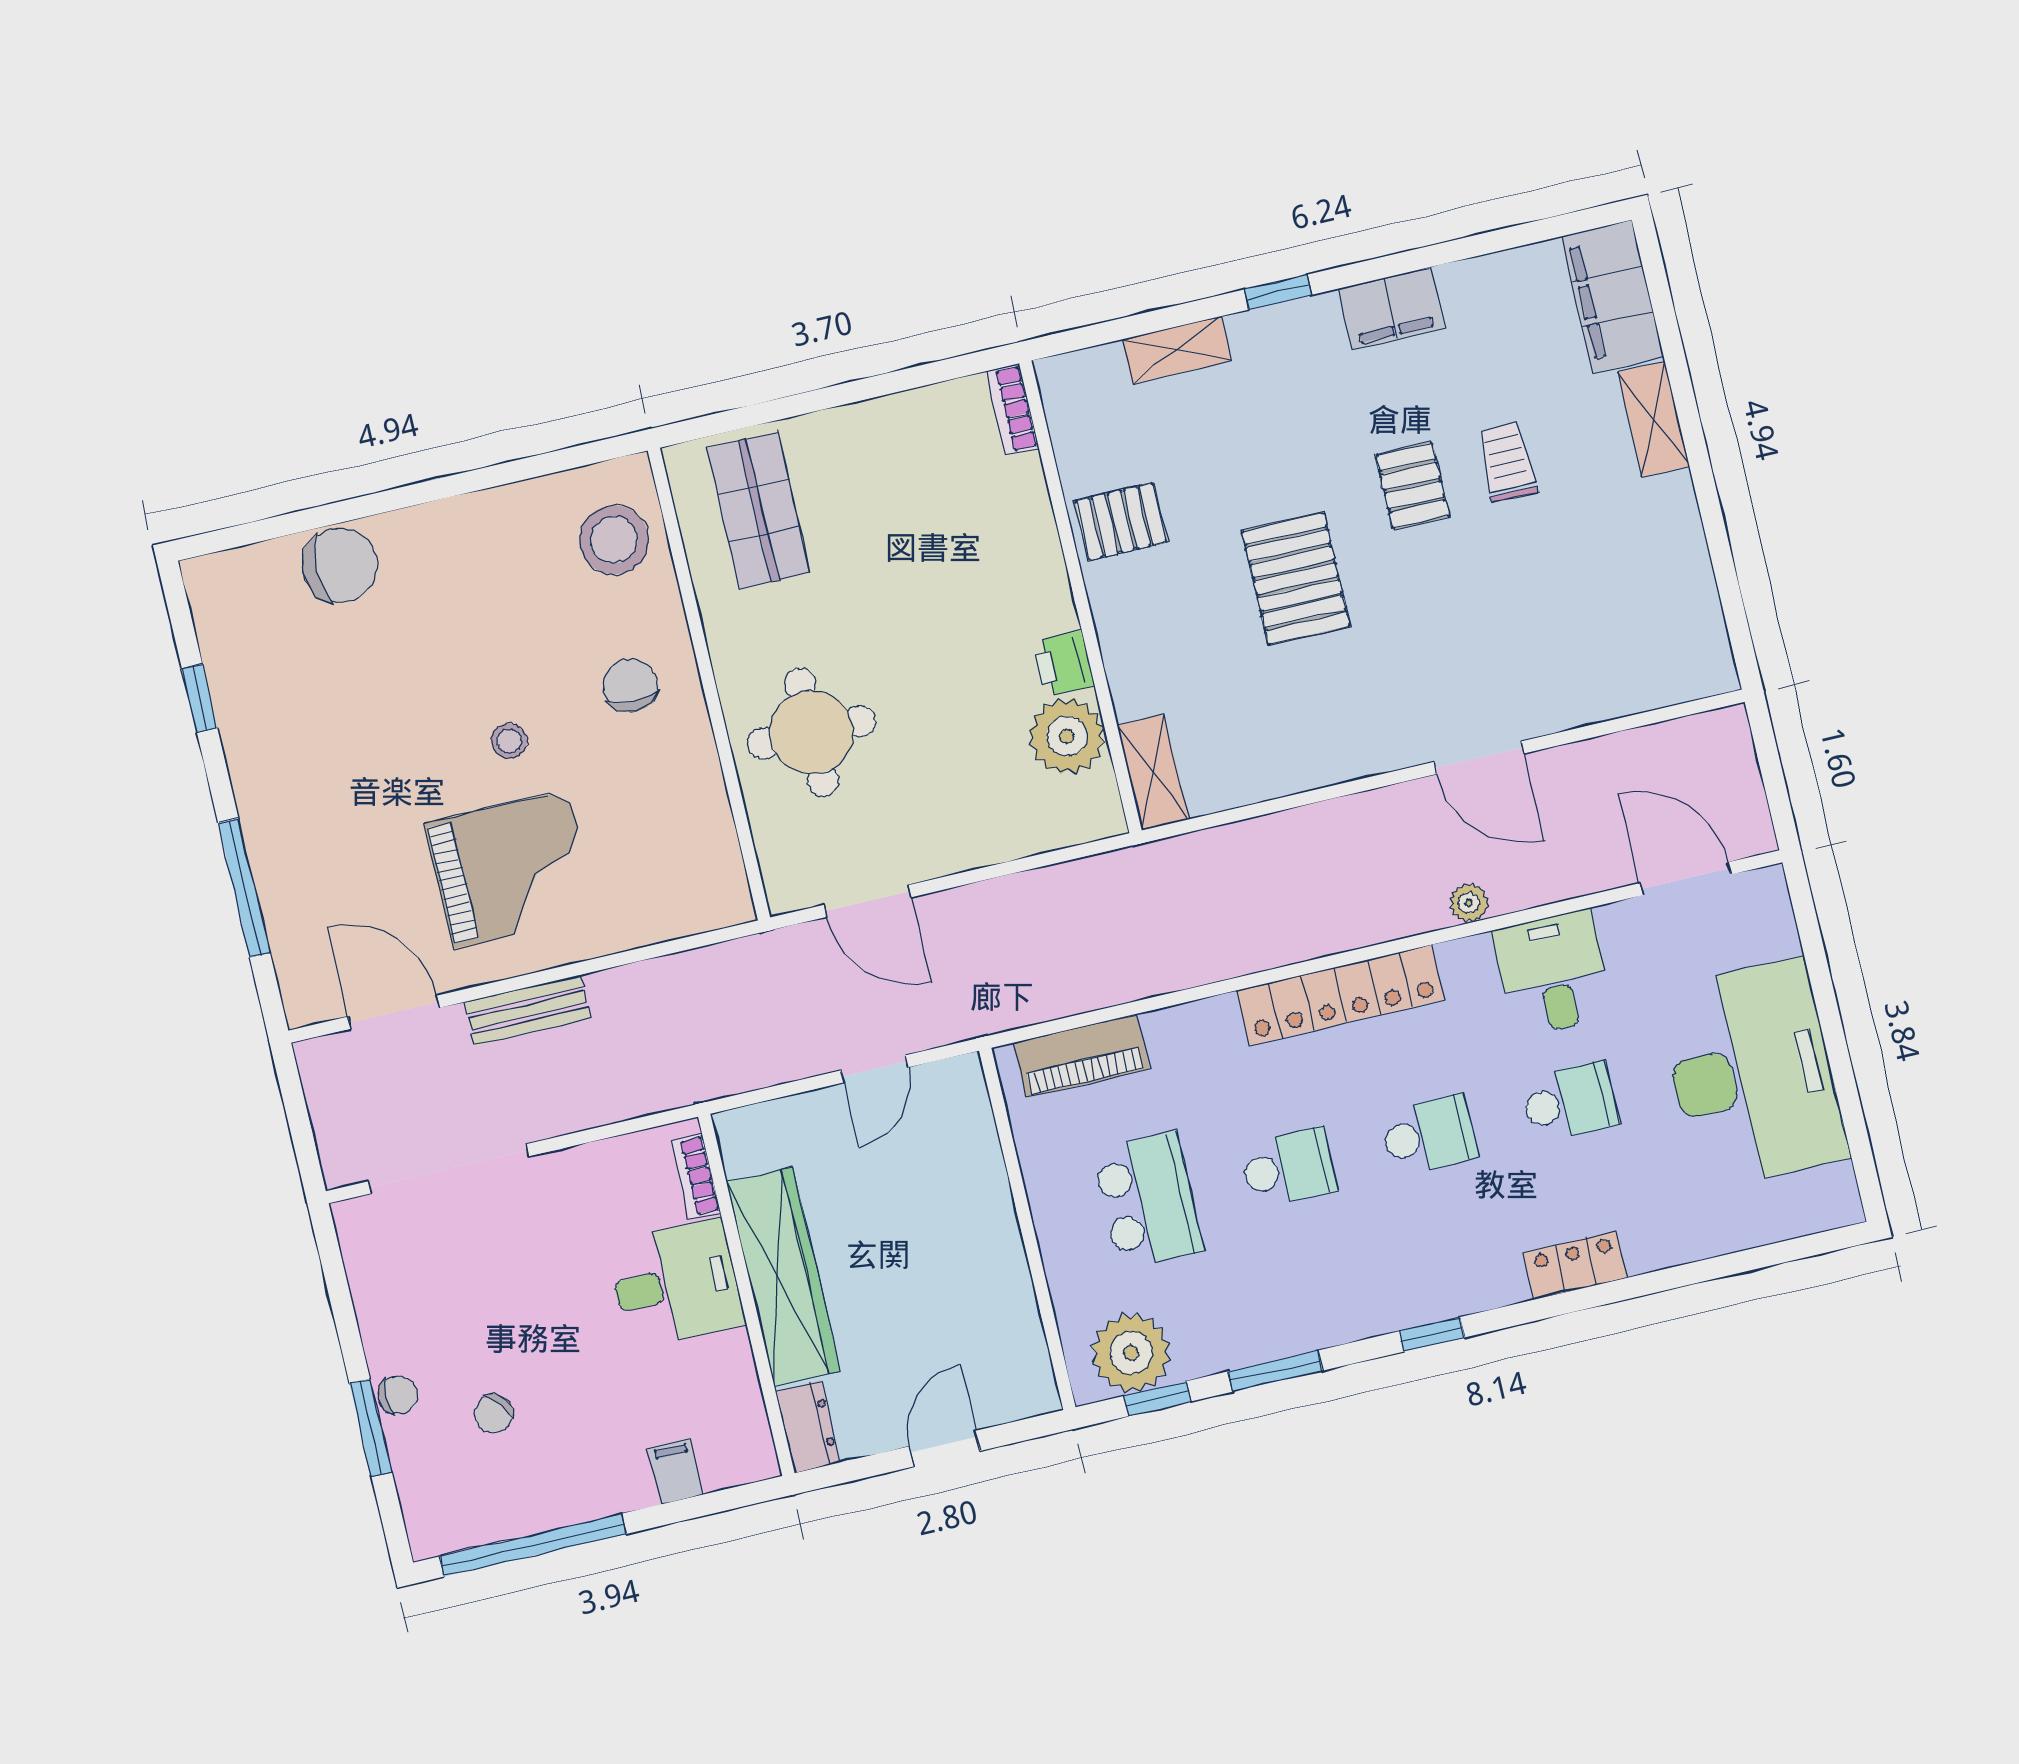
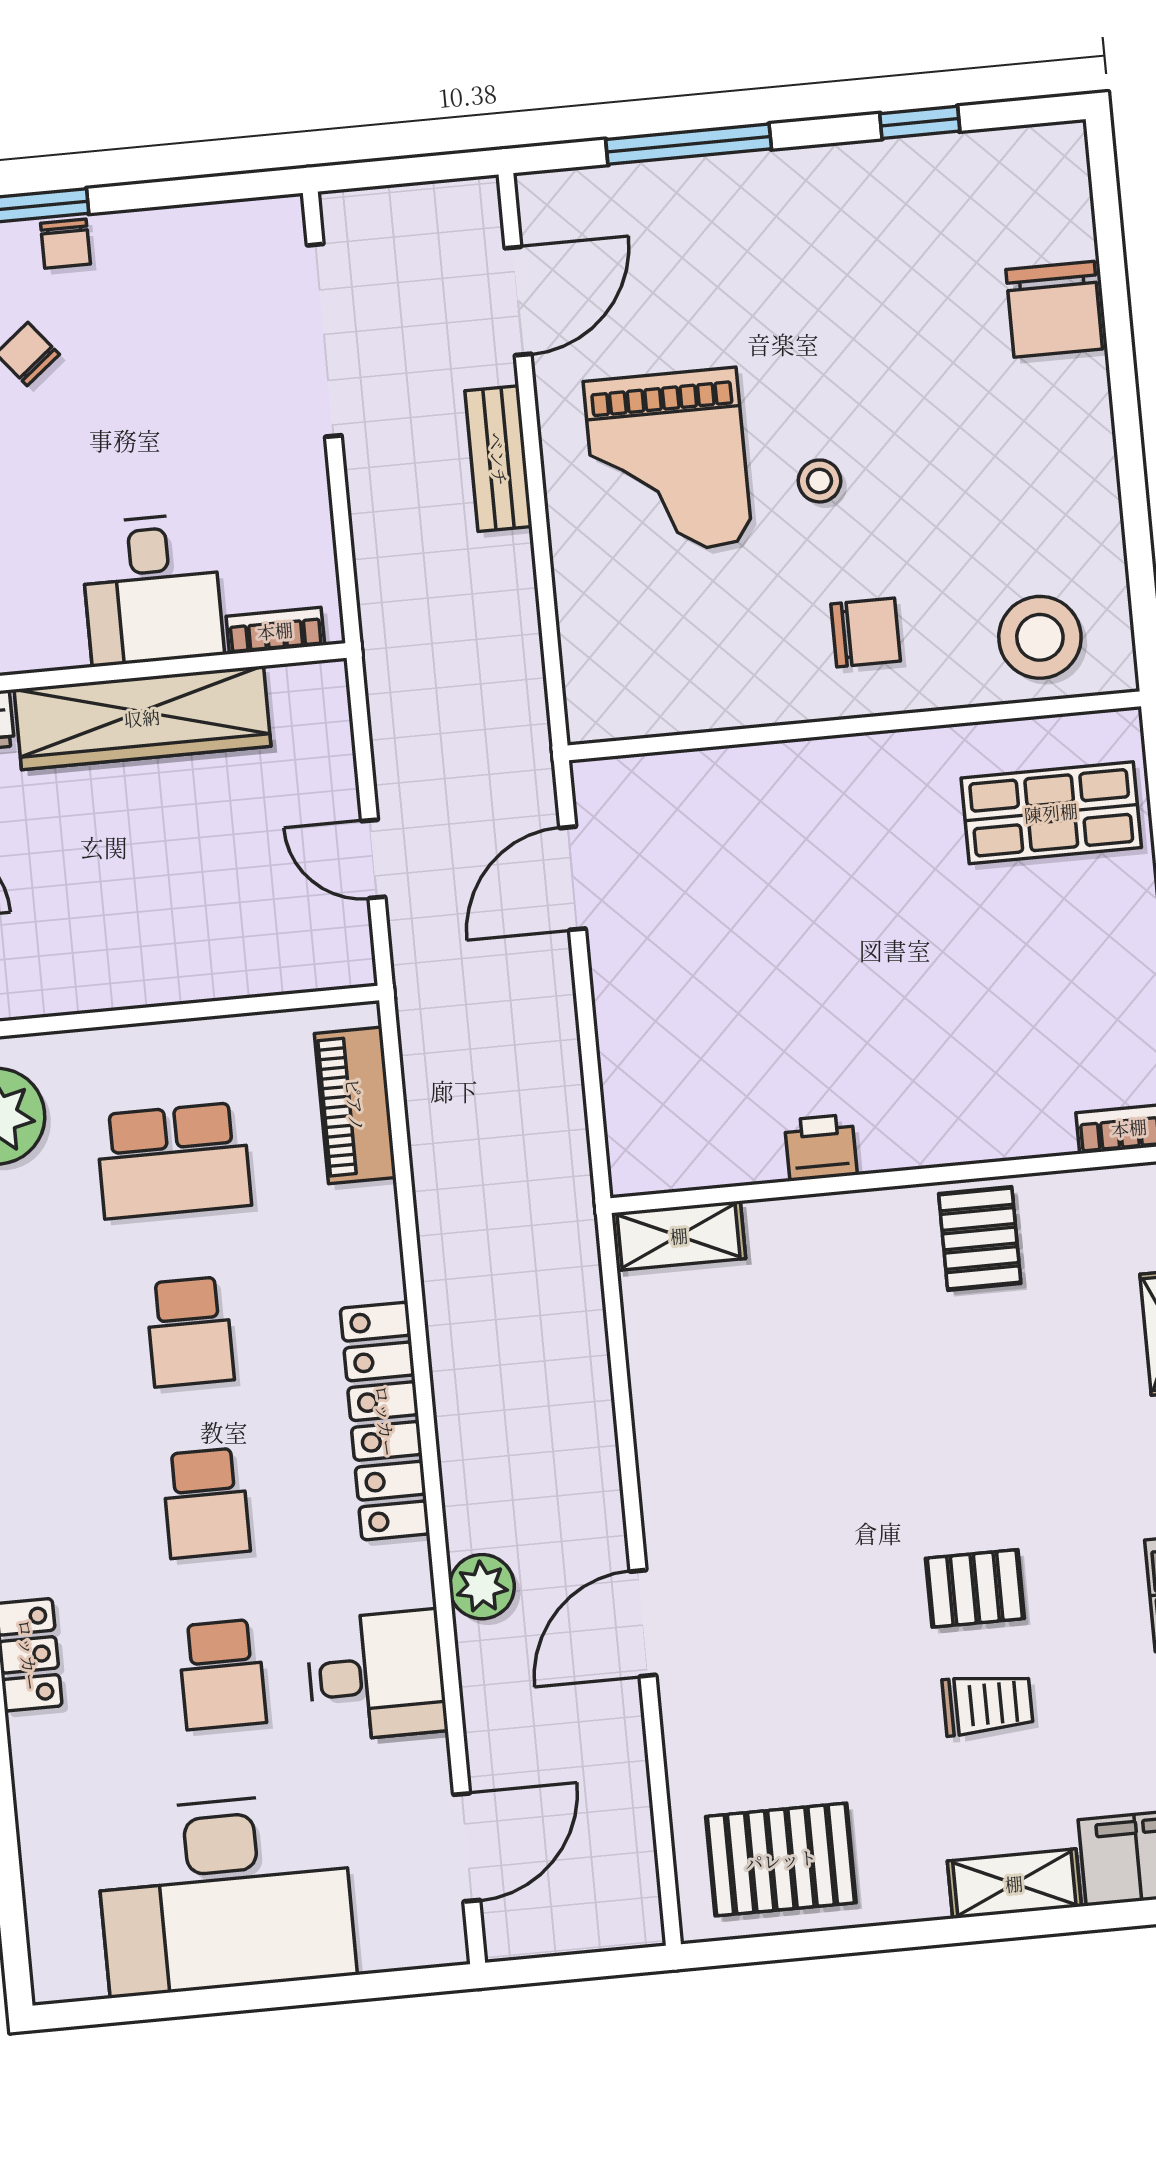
pallet: (1296, 579) -> (781, 1860), moved
round table: (812, 732) -> (781, 839), removed
plant: (1067, 736) -> (735, 1140), removed
plant: (1469, 903) -> (482, 1587), width x1.38, depth x1.38

